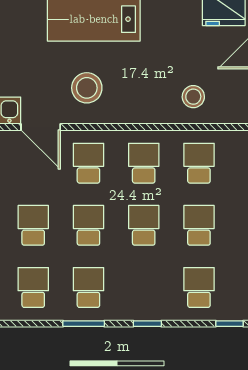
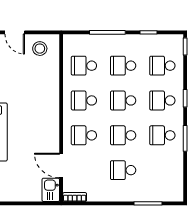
stool: (87, 88) -> (36, 136), removed
stool: (193, 97) -> (40, 49), moved
door: (41, 127) -> (61, 165), swing flipped
school desk: (33, 288) -> (162, 100), moved

